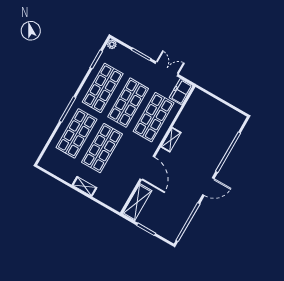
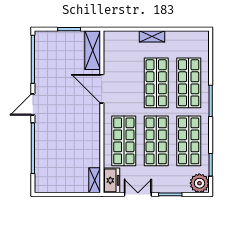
plant: (112, 44) -> (199, 183), width x1.87, depth x1.87
double door: (167, 69) -> (138, 194), swing flipped
shelving: (171, 140) -> (95, 180), moved

